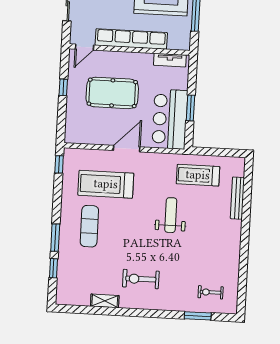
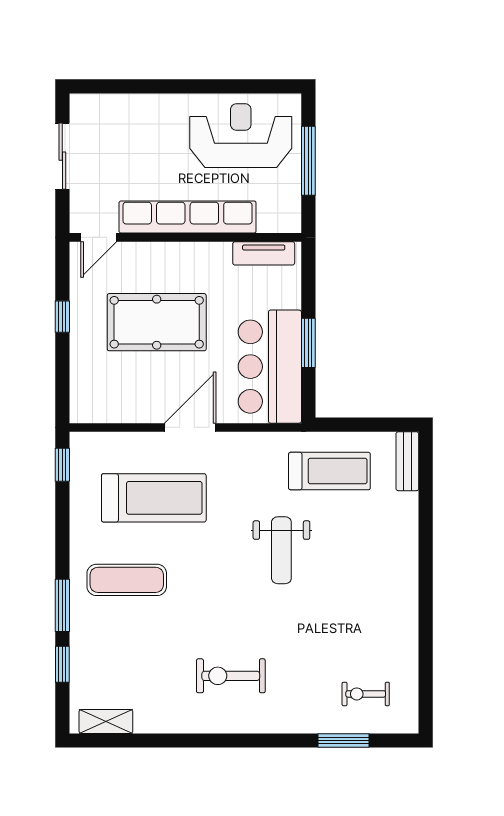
treadmill: (198, 175) -> (329, 471), turned 180
treadmill: (106, 184) -> (154, 498), turned 180
bench: (237, 198) -> (407, 461), moved, width x0.73
weight bench: (171, 215) -> (281, 550), turned 180
exercise mat: (89, 226) -> (127, 580), turned 90
shelving: (105, 301) -> (106, 721), moved

